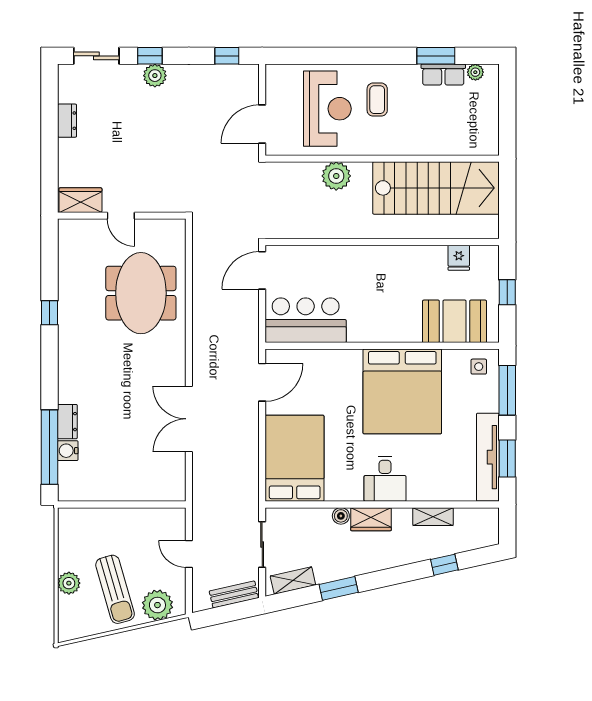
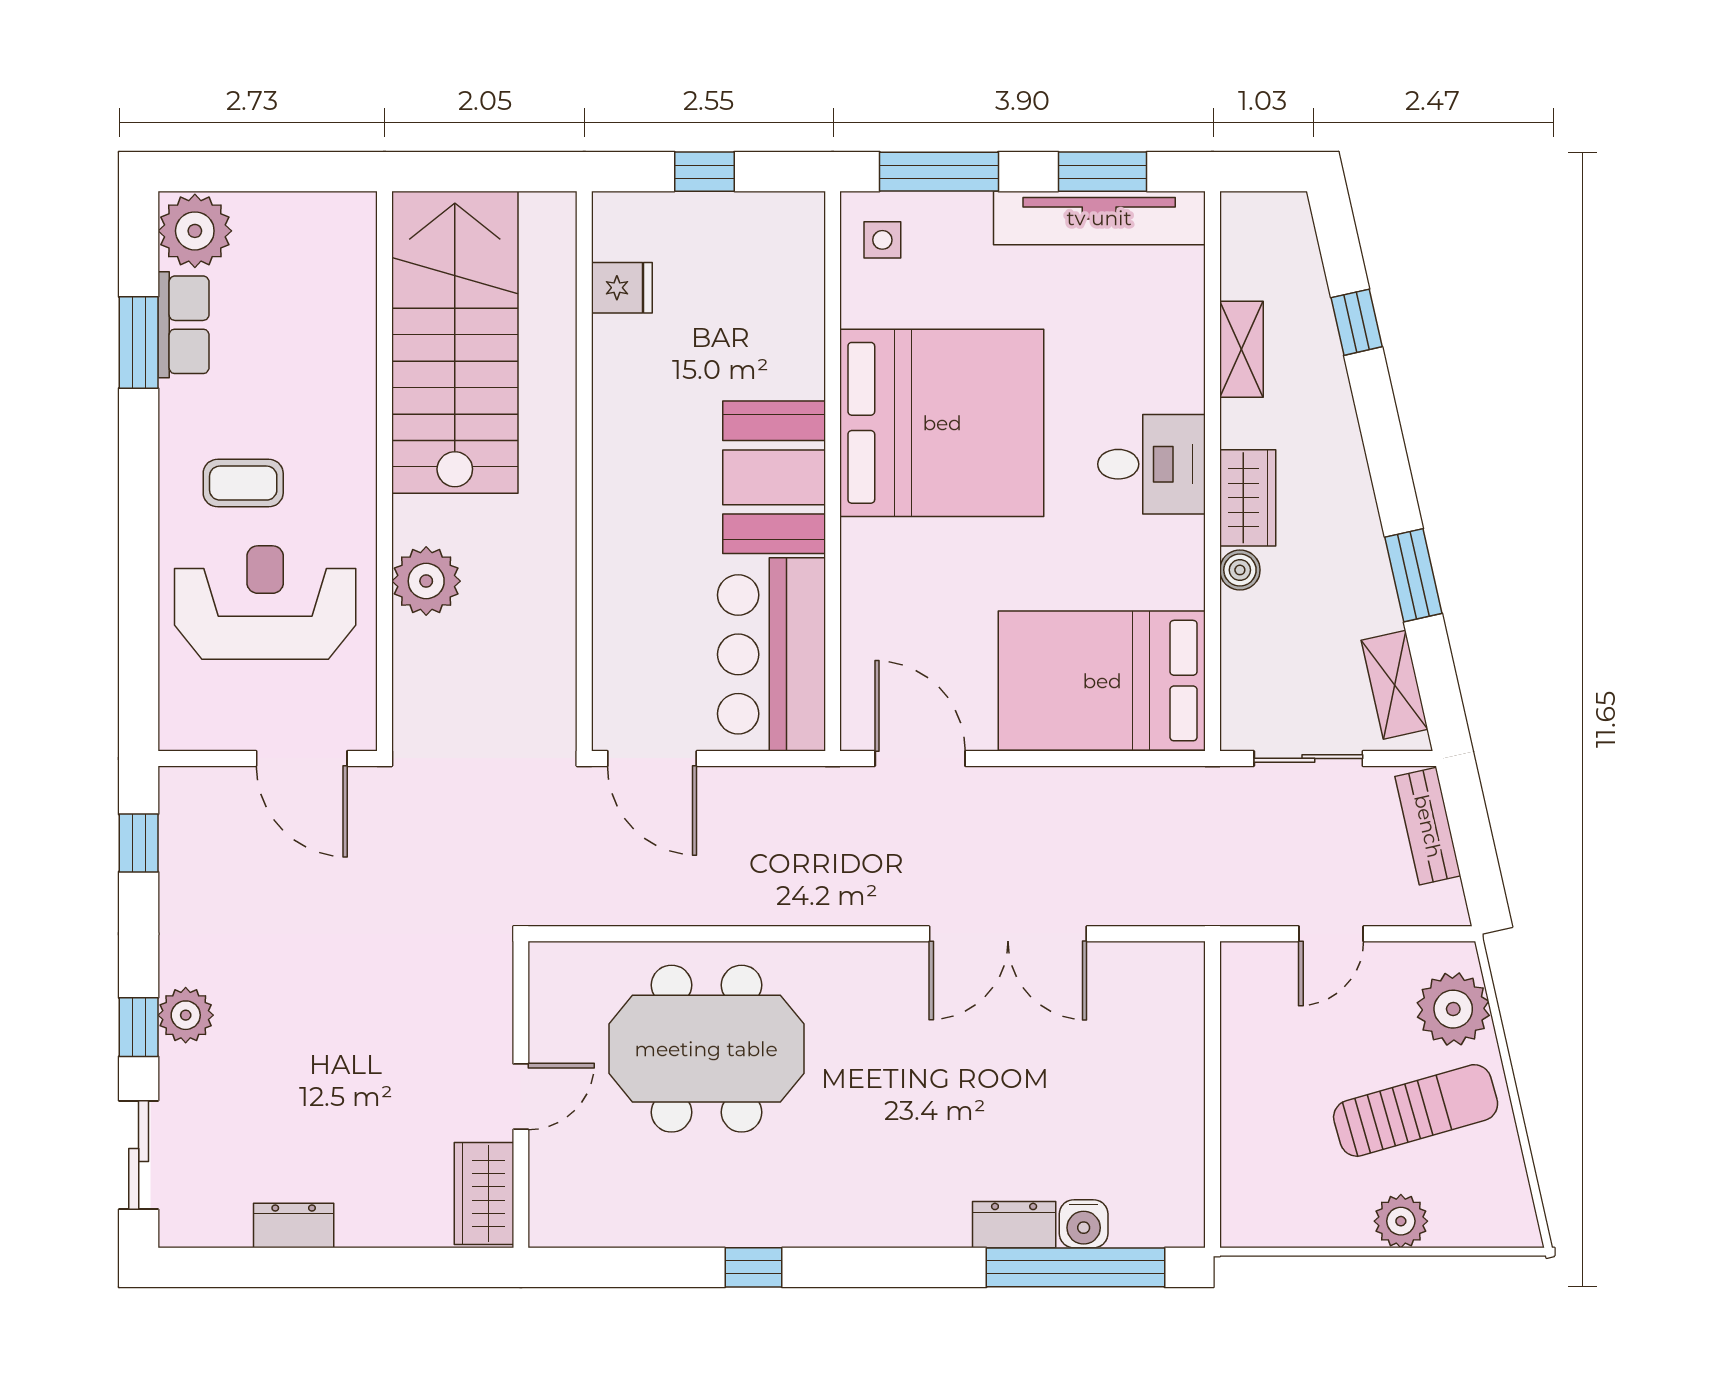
plant: (475, 72) -> (195, 231), width x1.88, depth x1.88
booth: (454, 321) -> (774, 477), moved

